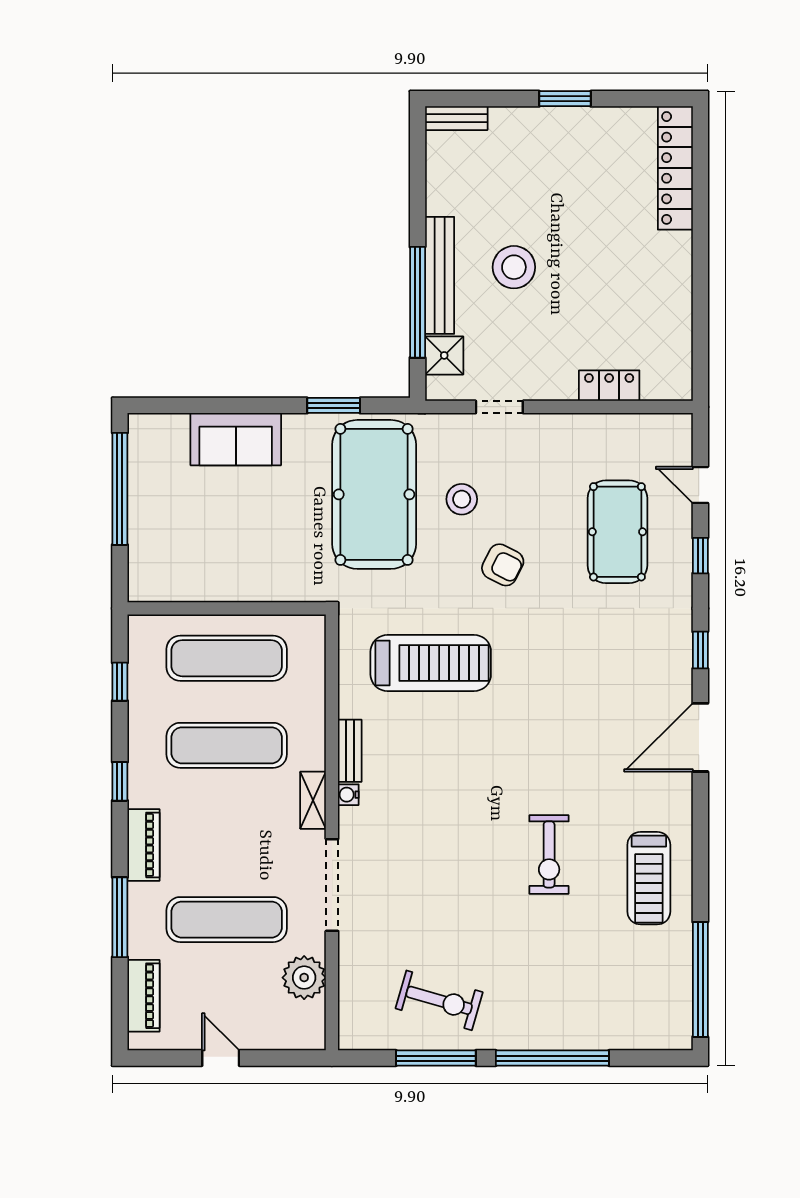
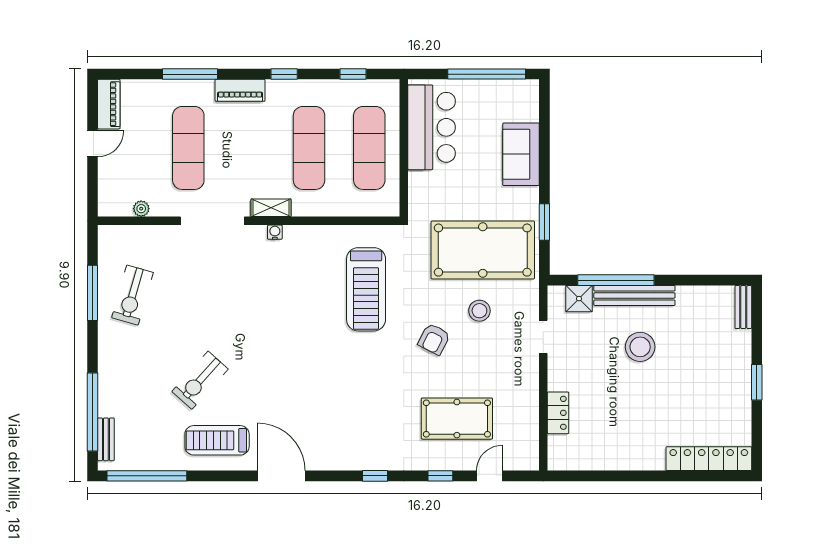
bar counter: (197, 568) -> (432, 127), added
door: (700, 737) -> (281, 476), moved
bench: (350, 751) -> (106, 439), moved, turned 90
exercise bike: (549, 854) -> (200, 380), moved, turned -48
plant: (304, 978) -> (141, 209), width x0.53, depth x0.53
piano: (143, 996) -> (109, 104), moved, turned -90
window: (552, 1058) -> (93, 412), moved

